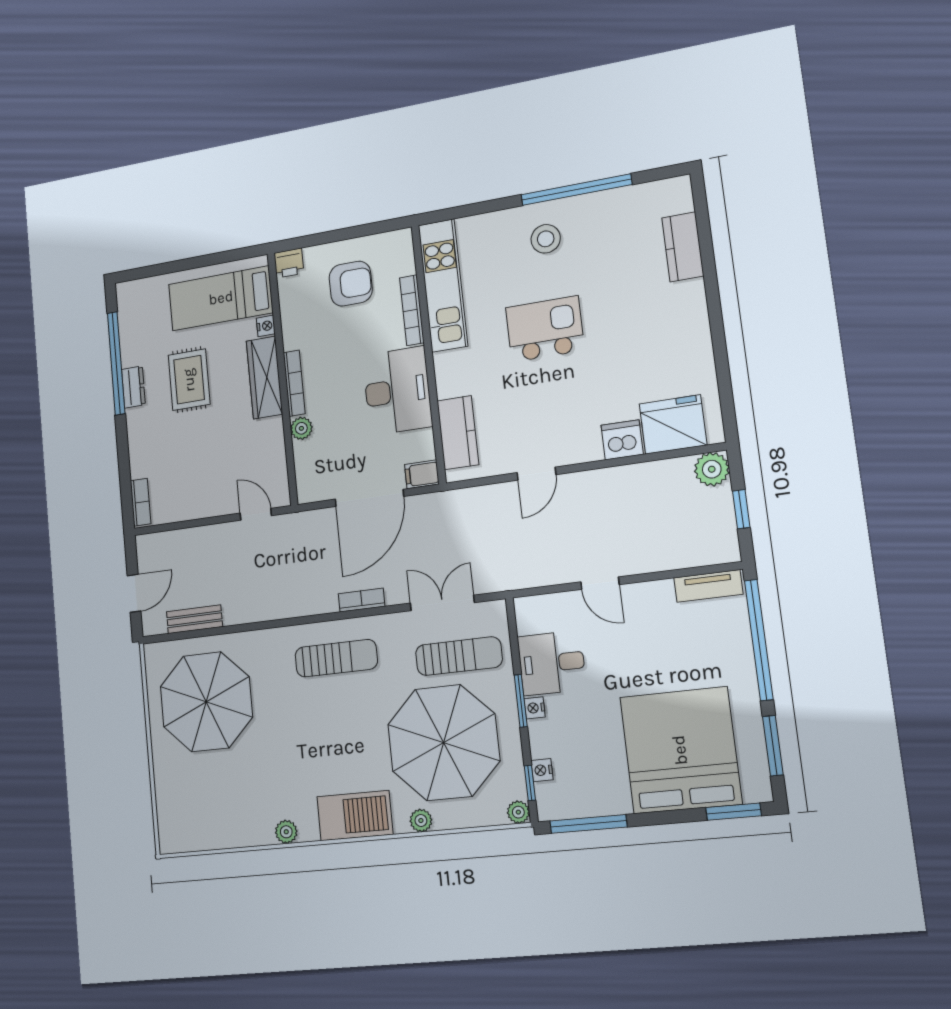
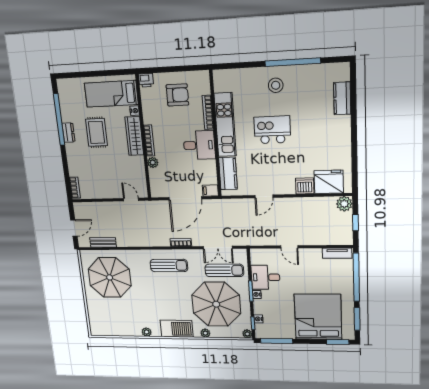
kitchen unit: (443, 285) -> (225, 125), moved
desk: (397, 391) -> (199, 145), width x0.73
double door: (442, 603) -> (218, 248), swing flipped

